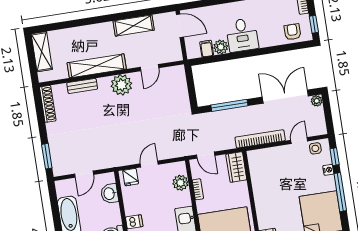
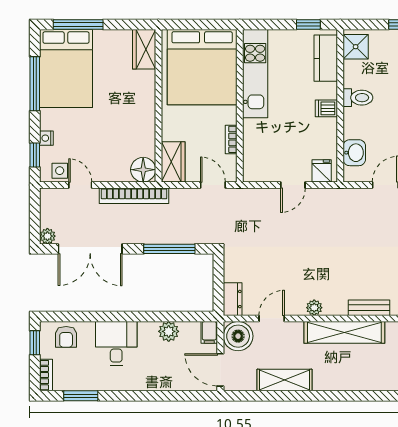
desk: (242, 35) -> (116, 344), moved
filing cabinet: (207, 49) -> (209, 332), moved
boiler: (171, 51) -> (238, 336), added
dresser: (179, 77) -> (233, 299), added
plant: (121, 85) -> (314, 308), width x0.53, depth x0.53
door: (299, 141) -> (80, 185), swing flipped
floor lamp: (257, 158) -> (143, 170), added
plant: (180, 183) -> (254, 152), removed
window: (340, 192) -> (35, 84), moved

